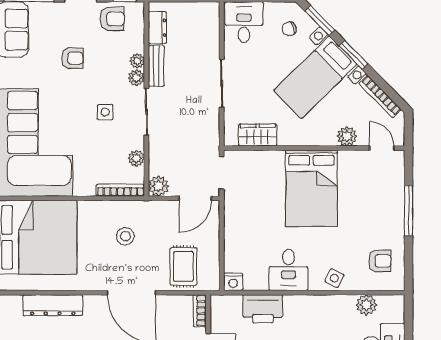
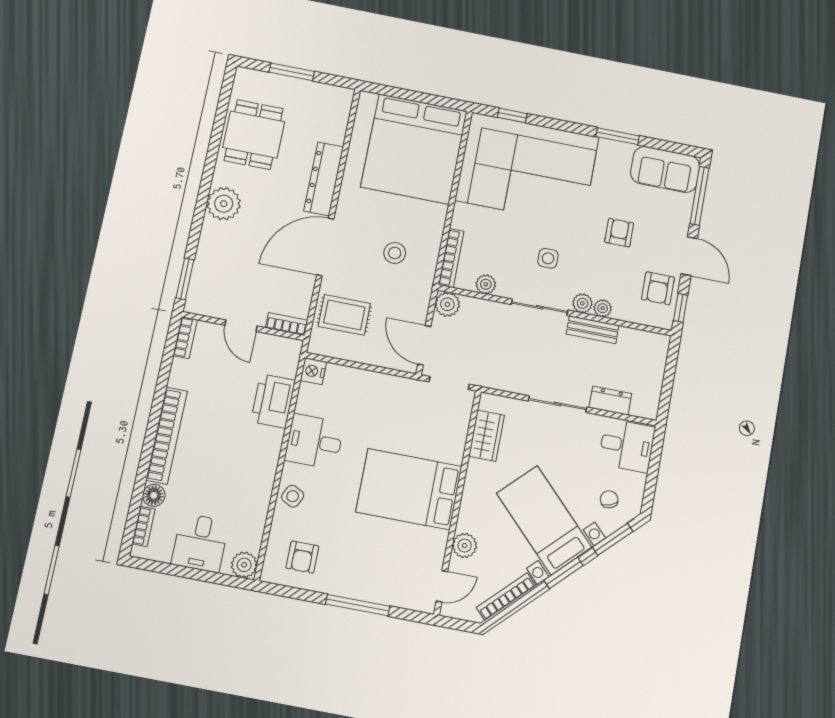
dresser: (157, 28) -> (610, 401), moved, turned 180
armchair: (72, 58) -> (619, 233), turned 180
dresser: (53, 305) -> (324, 179), moved
plant: (366, 305) -> (244, 565), moved

